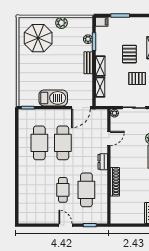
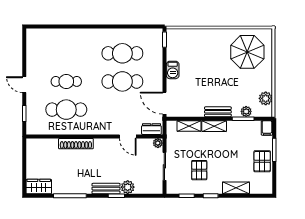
plant: (61, 23) -> (266, 98), moved
pallet: (129, 54) -> (262, 161), moved, turned 90
barbecue: (53, 98) -> (173, 70), width x0.53, depth x0.65
dresser: (103, 162) -> (151, 129), moved
door: (65, 225) -> (24, 85), swing flipped

